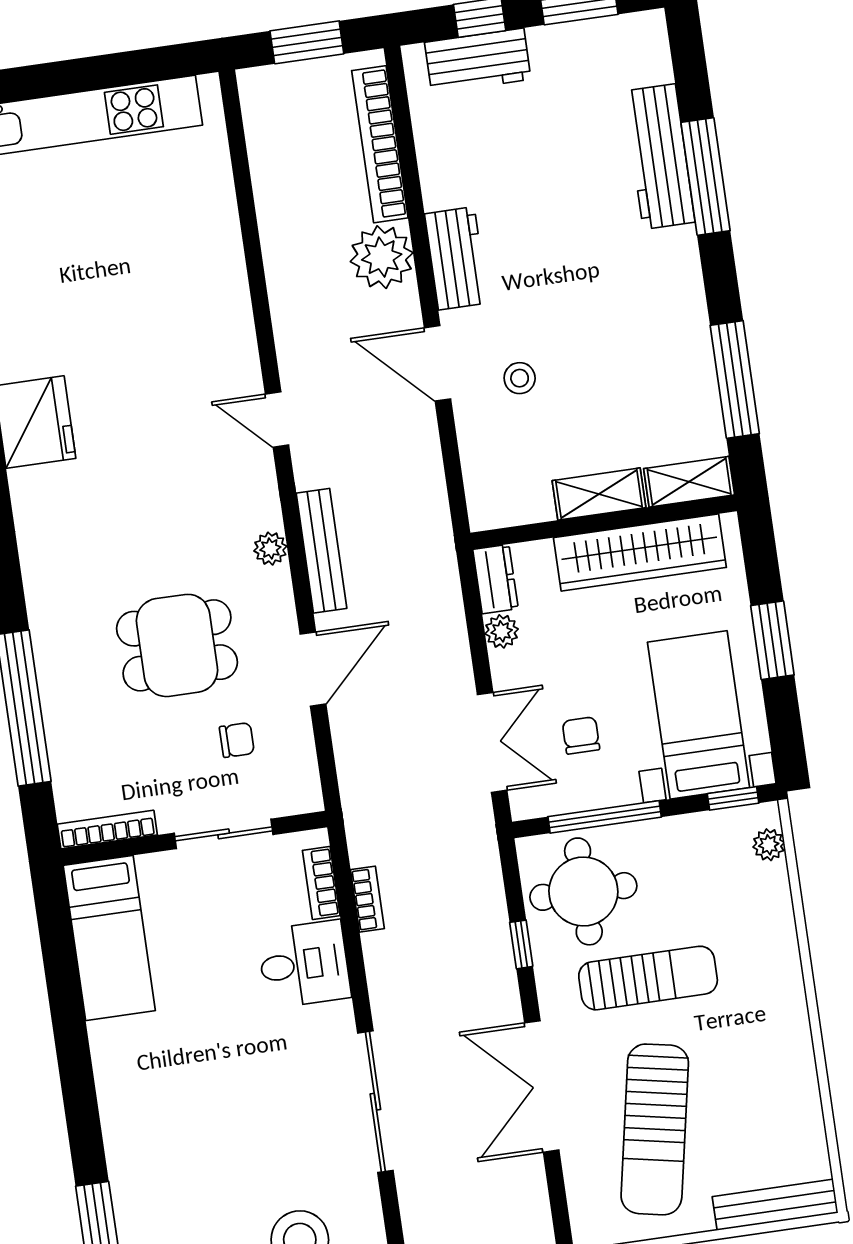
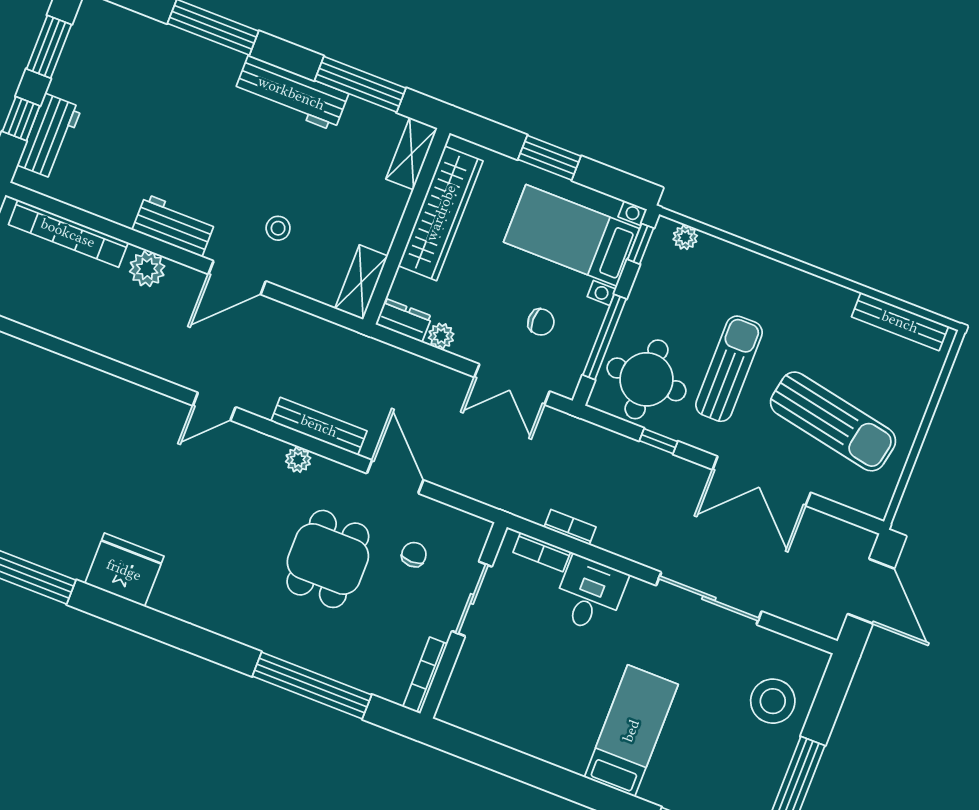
workbench: (659, 157) -> (291, 93), moved
plant: (382, 257) -> (147, 269), width x0.73, depth x0.73
shelving: (599, 494) -> (361, 282), moved
chair: (581, 735) -> (541, 322), turned 180
double door: (492, 742) -> (512, 384), swing flipped
bed: (109, 938) -> (631, 731), moved, turned -90
bench: (775, 1205) -> (900, 322), moved, turned 90

